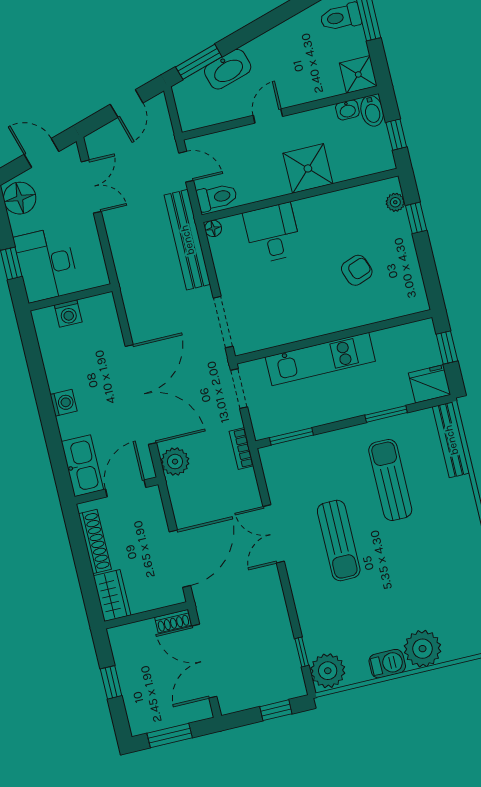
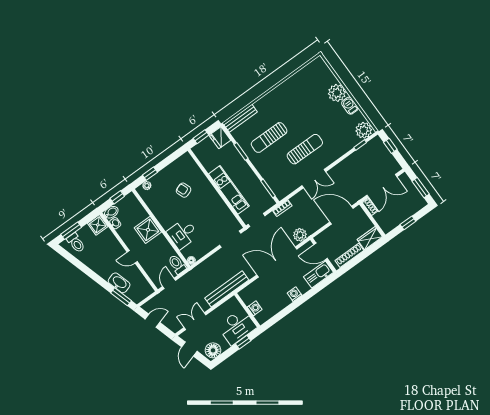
bench: (187, 240) -> (227, 289), moved

